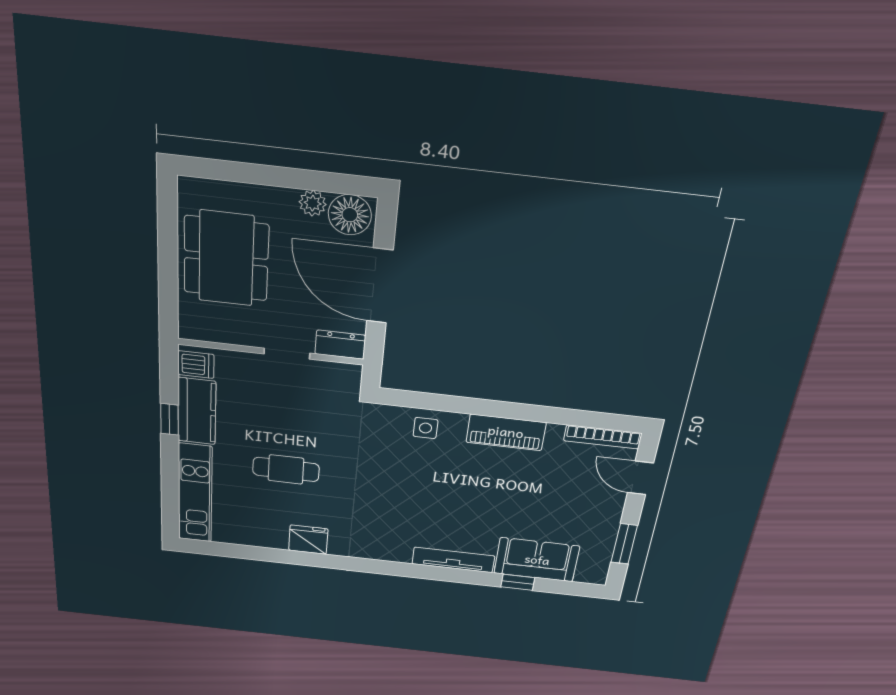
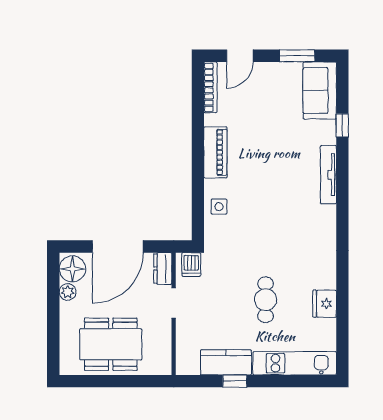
dishwasher: (196, 365) -> (191, 264), moved, turned 180
fridge: (308, 540) -> (325, 304), moved
sofa: (537, 560) -> (320, 90), moved

